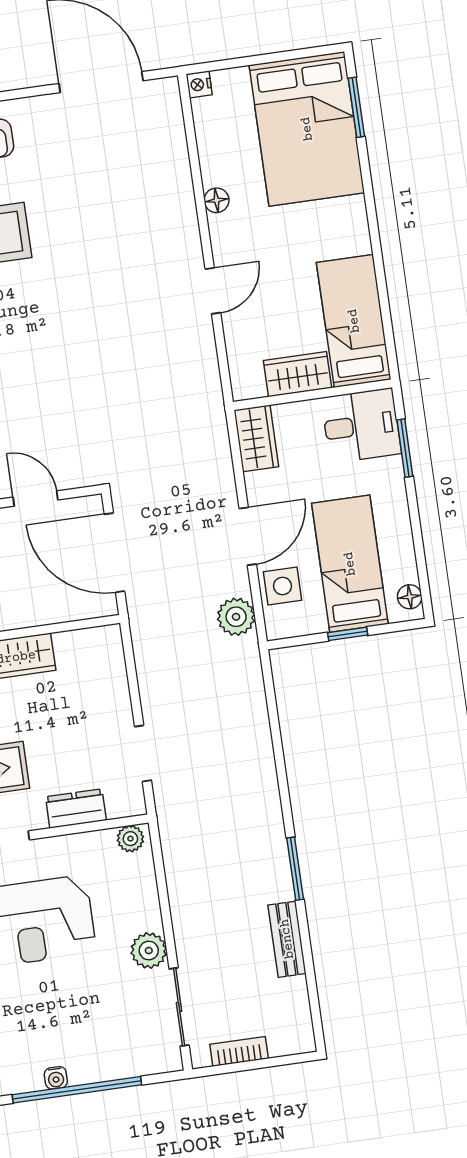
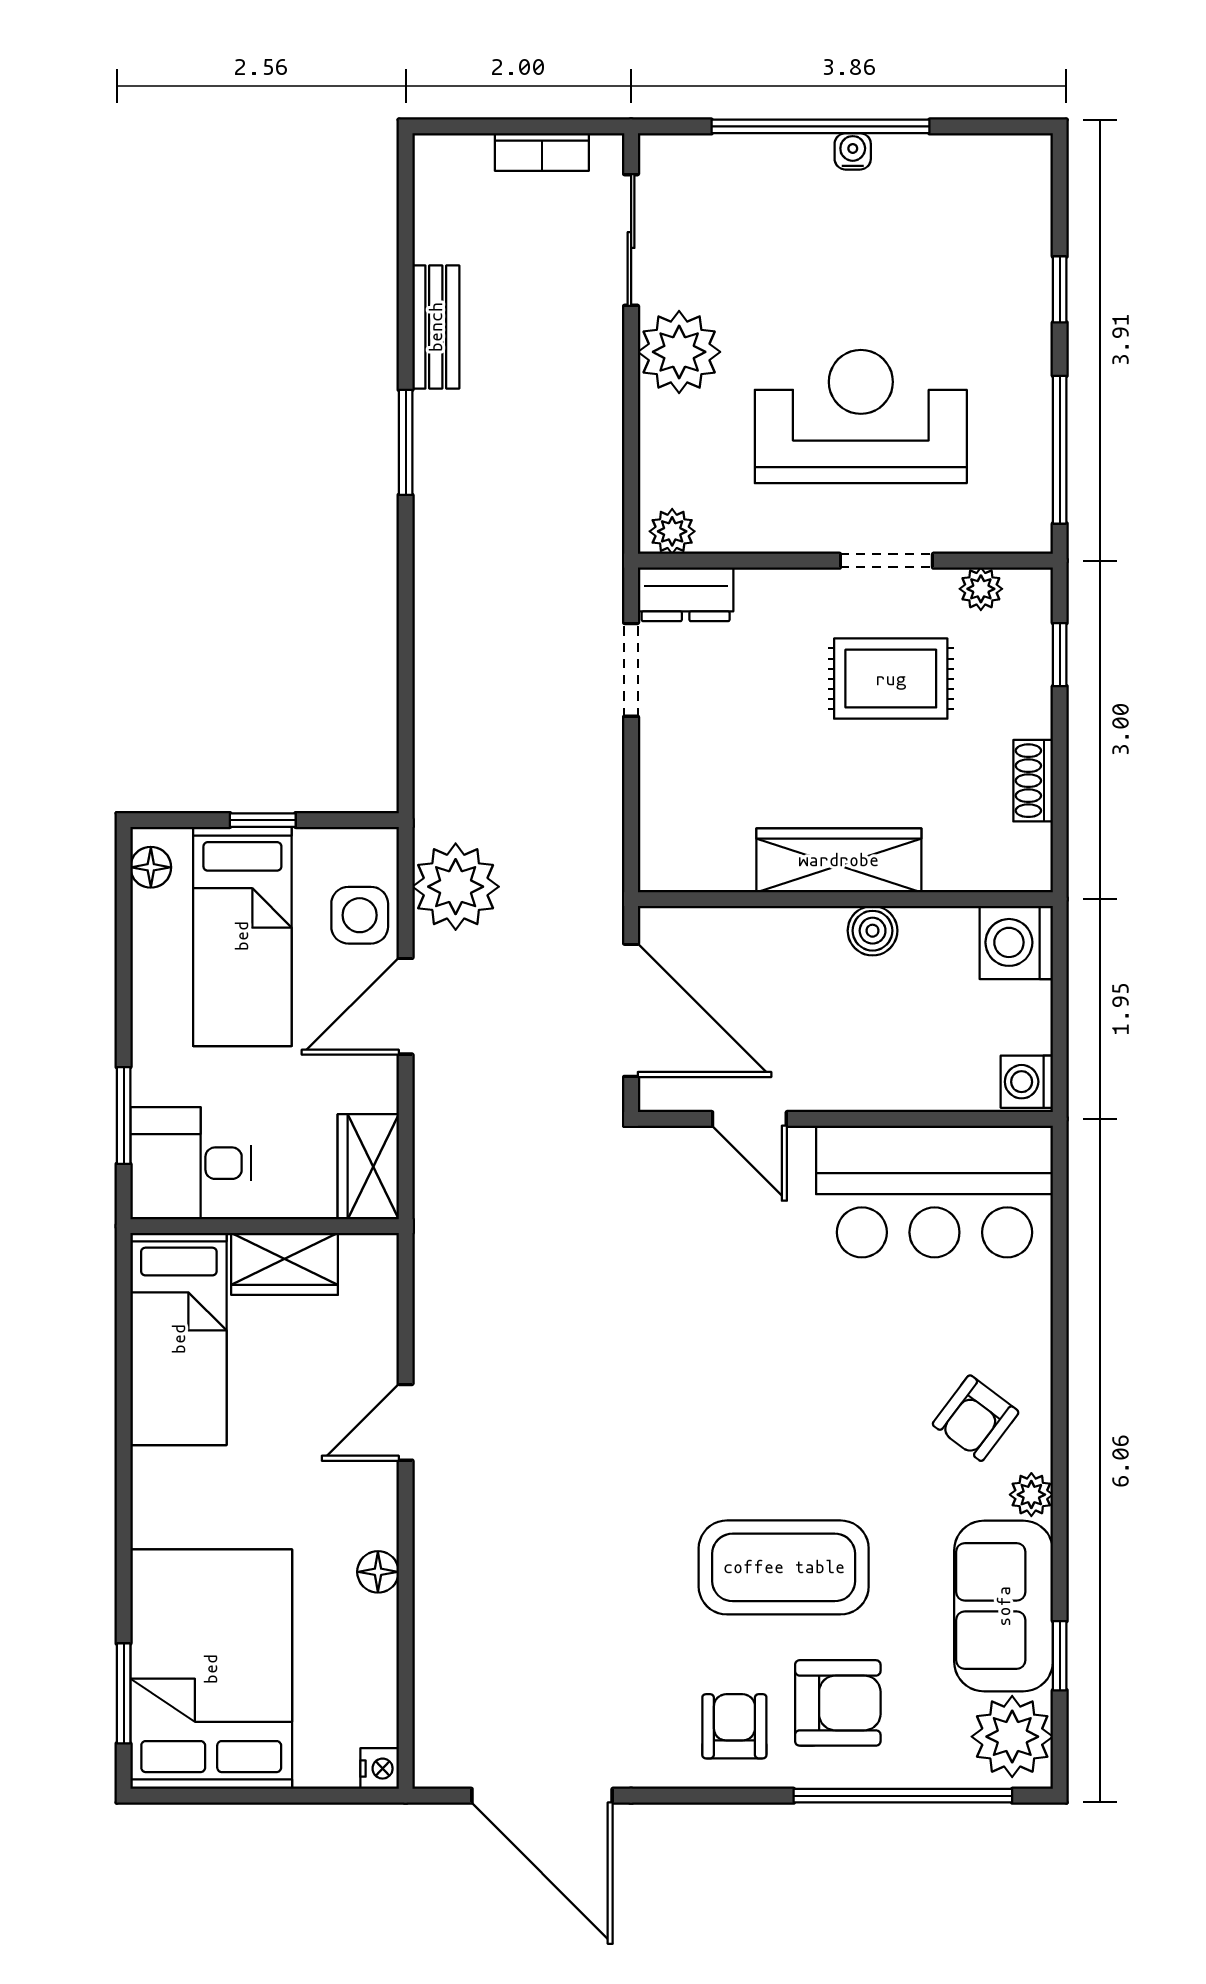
plant: (236, 617) -> (456, 887), width x1.36, depth x1.36
dresser: (76, 808) -> (686, 594), moved
plant: (149, 951) -> (679, 352), width x1.36, depth x1.36

